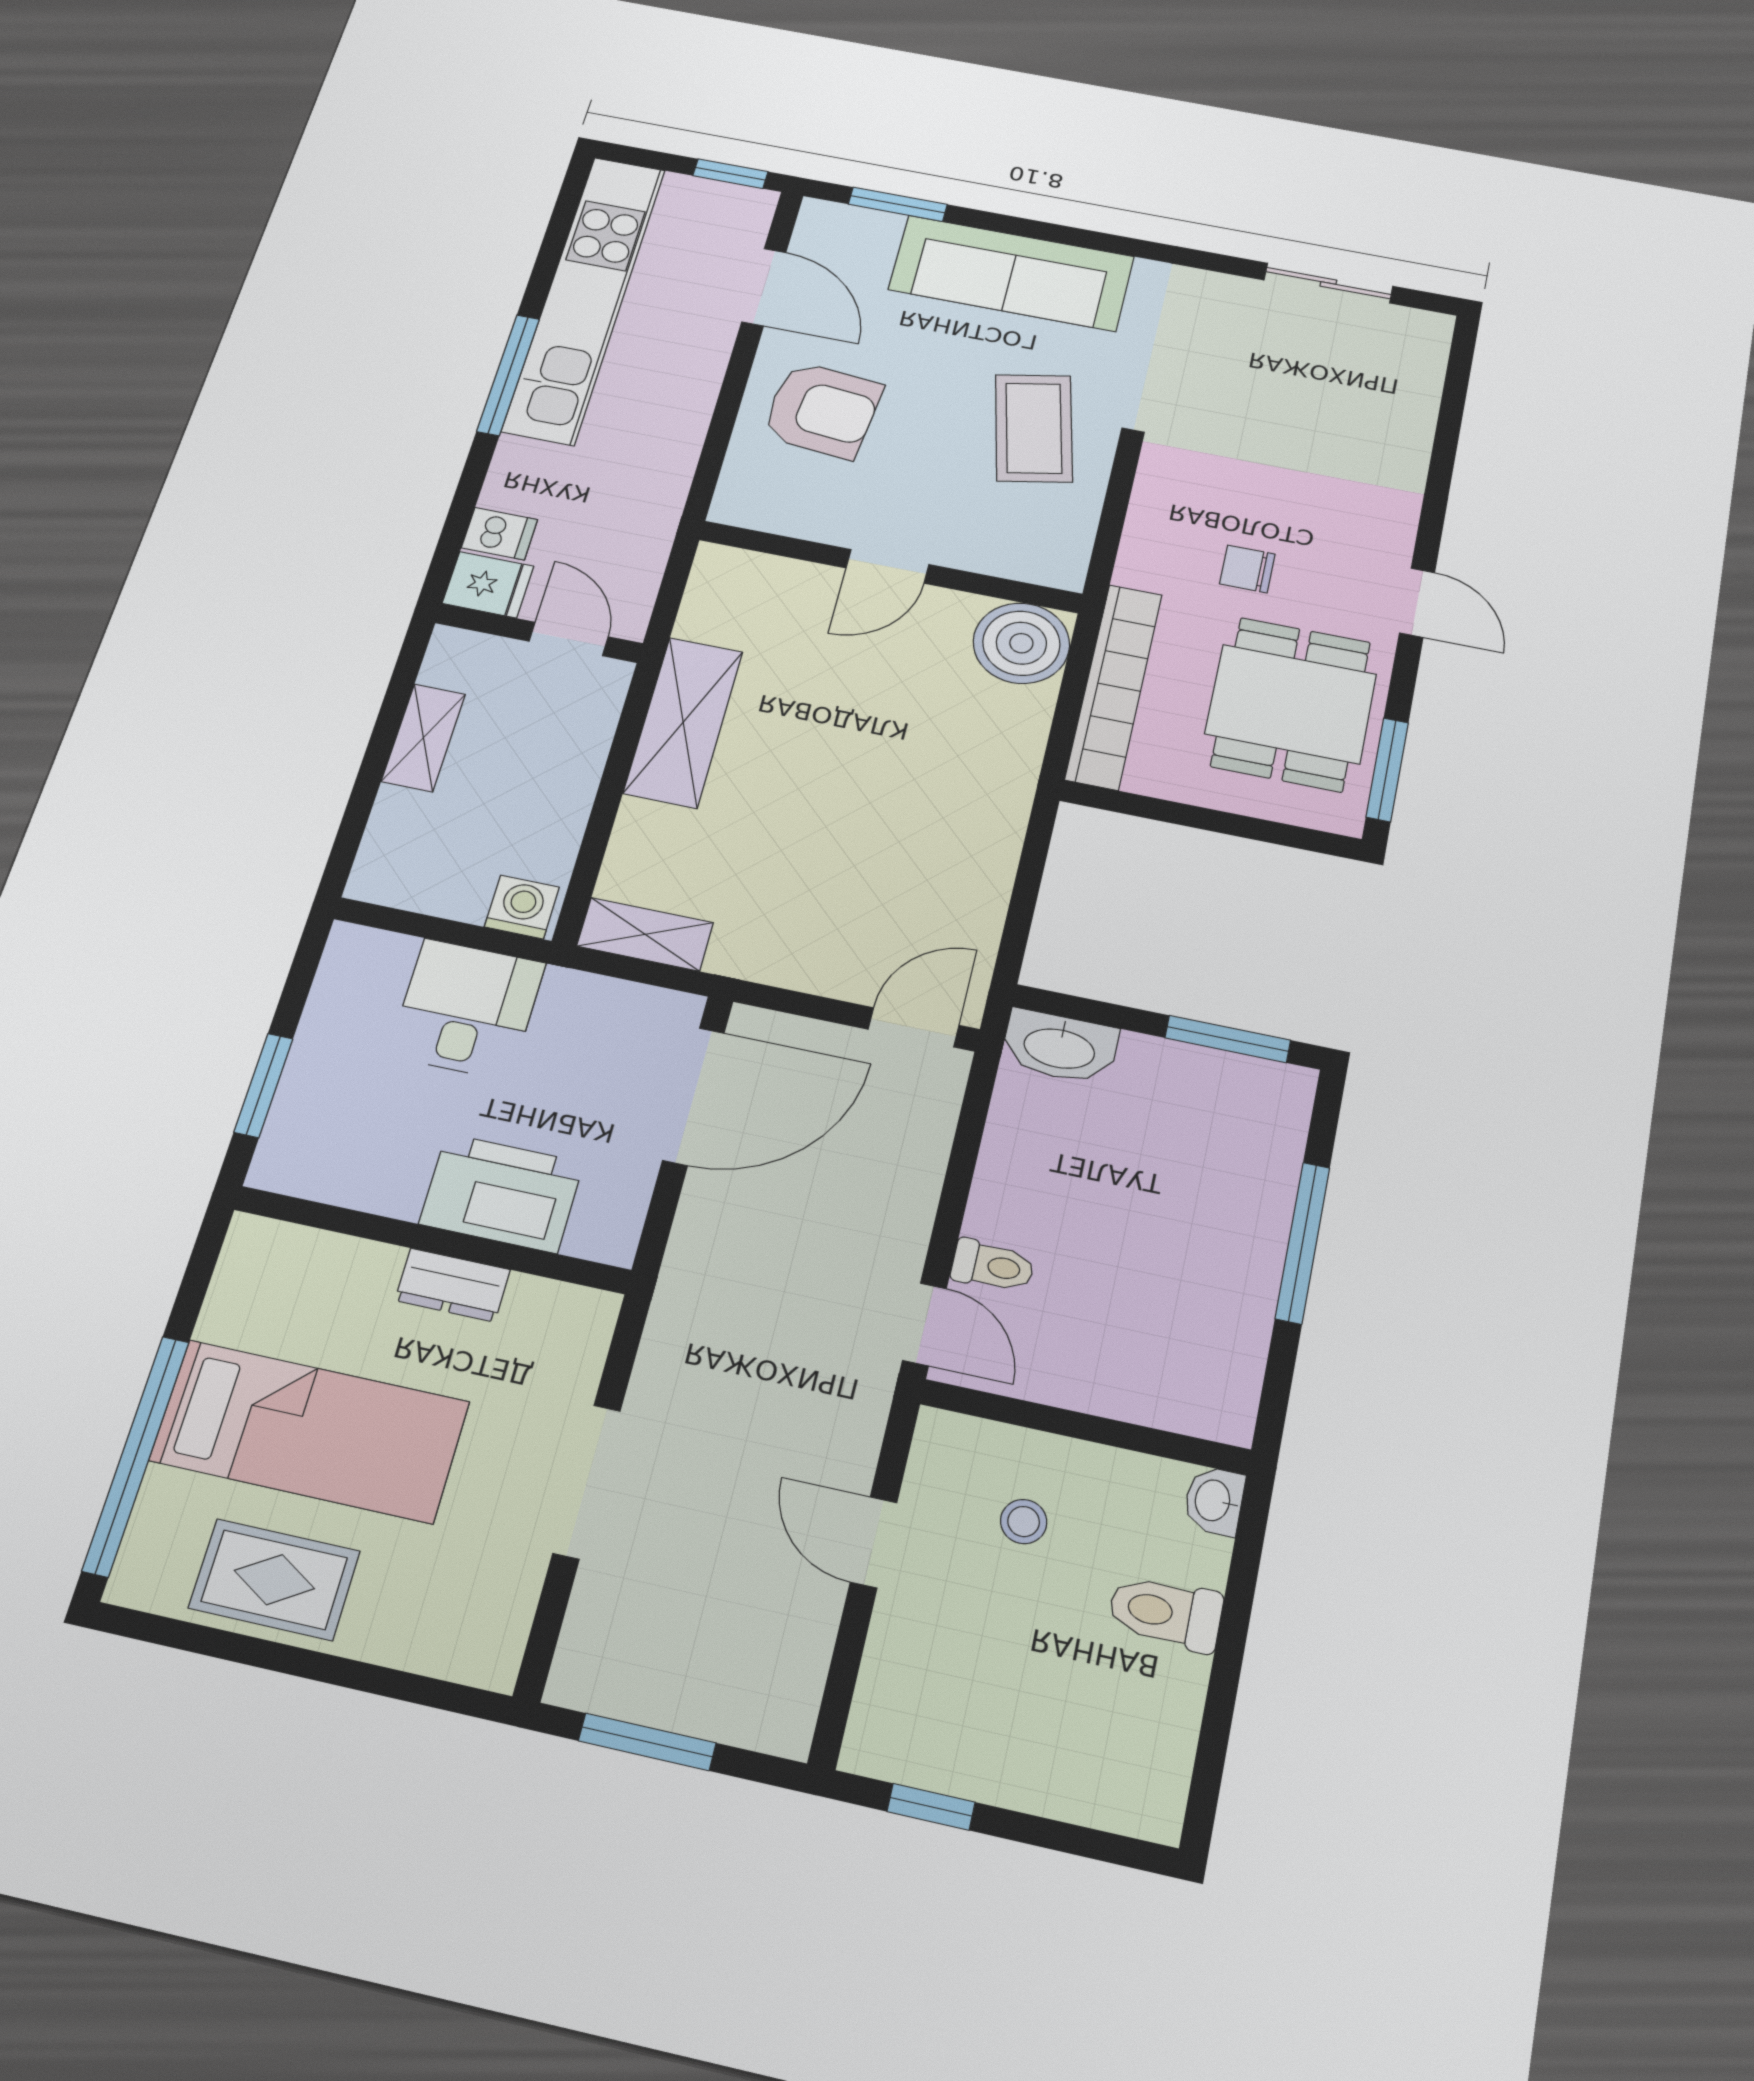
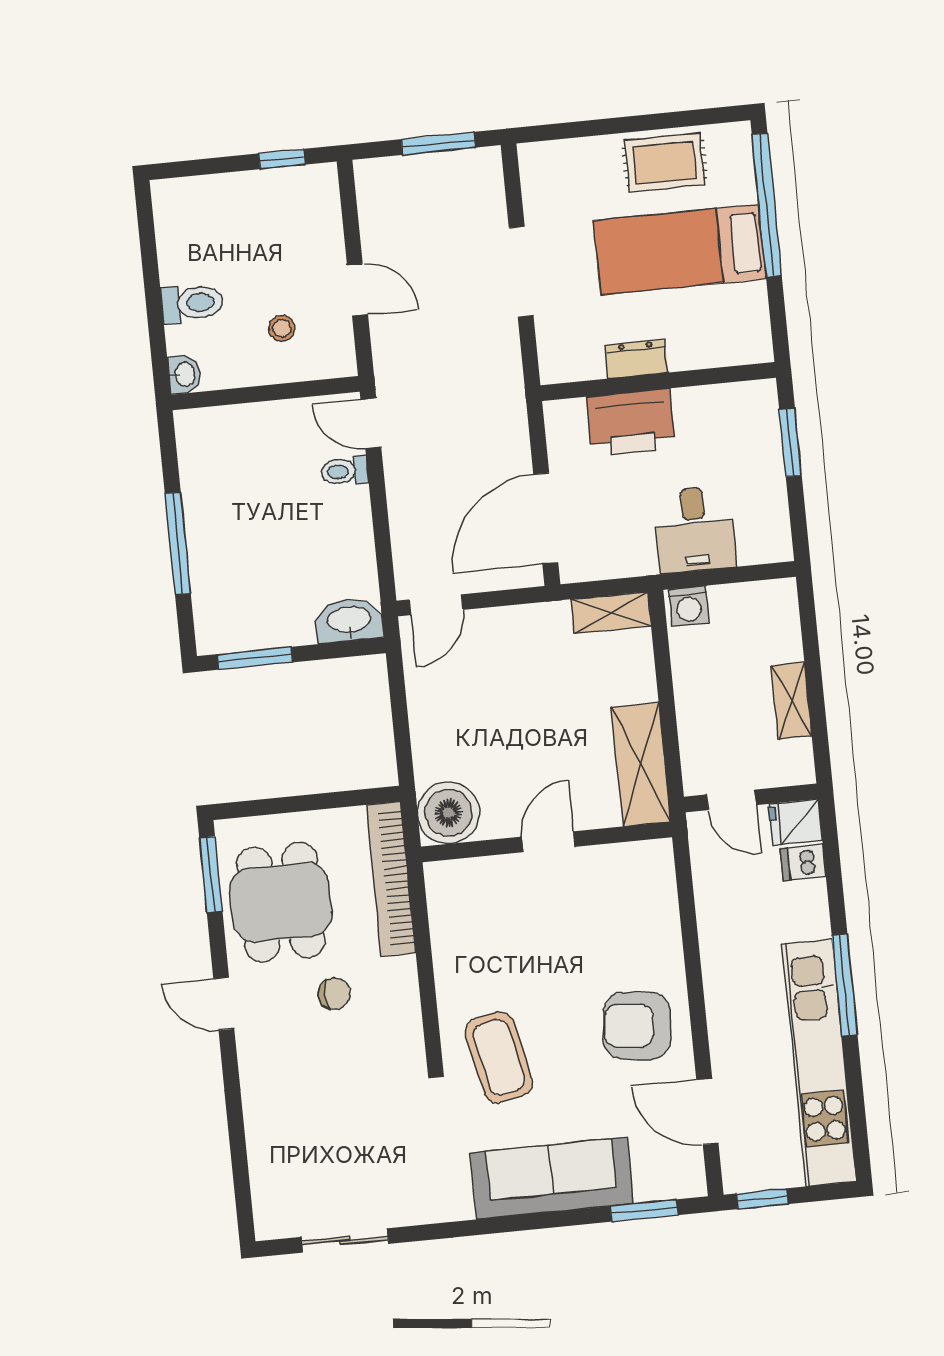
door: (887, 566) -> (548, 842), moved
wall: (890, 567) -> (547, 842), moved
boiler: (1021, 643) -> (449, 813), moved

